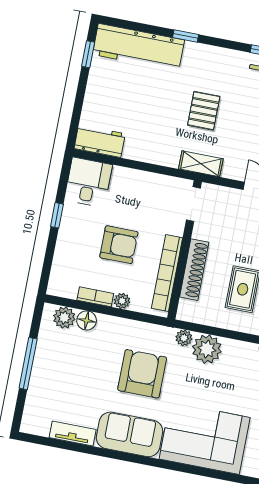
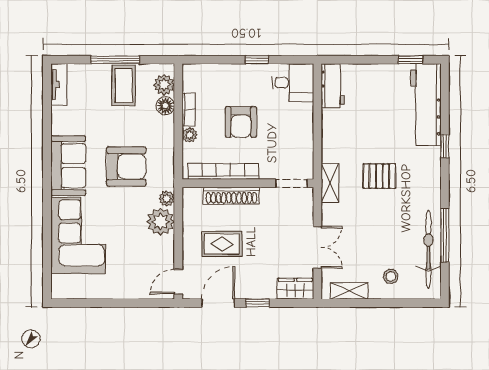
coffee table: (57, 360) -> (124, 85), added
tv unit: (73, 434) -> (59, 84), moved

